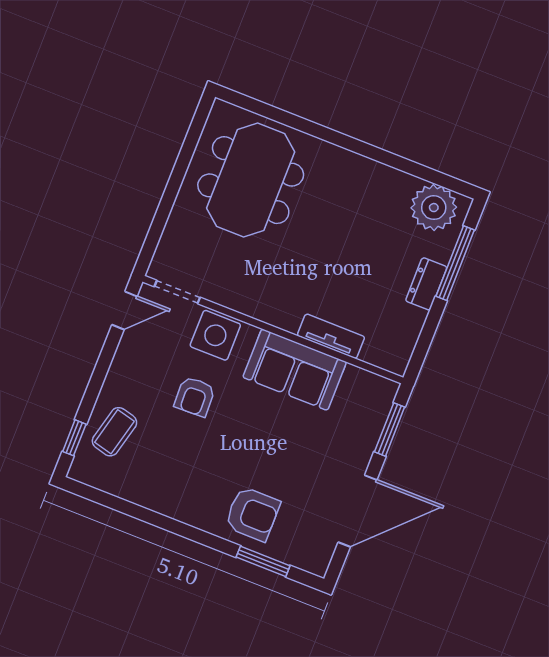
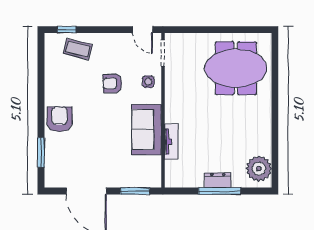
window: (455, 263) -> (219, 191), moved
side table: (215, 335) -> (148, 82), width x0.54, depth x0.54
armchair: (252, 514) -> (59, 119), moved, turned 180

